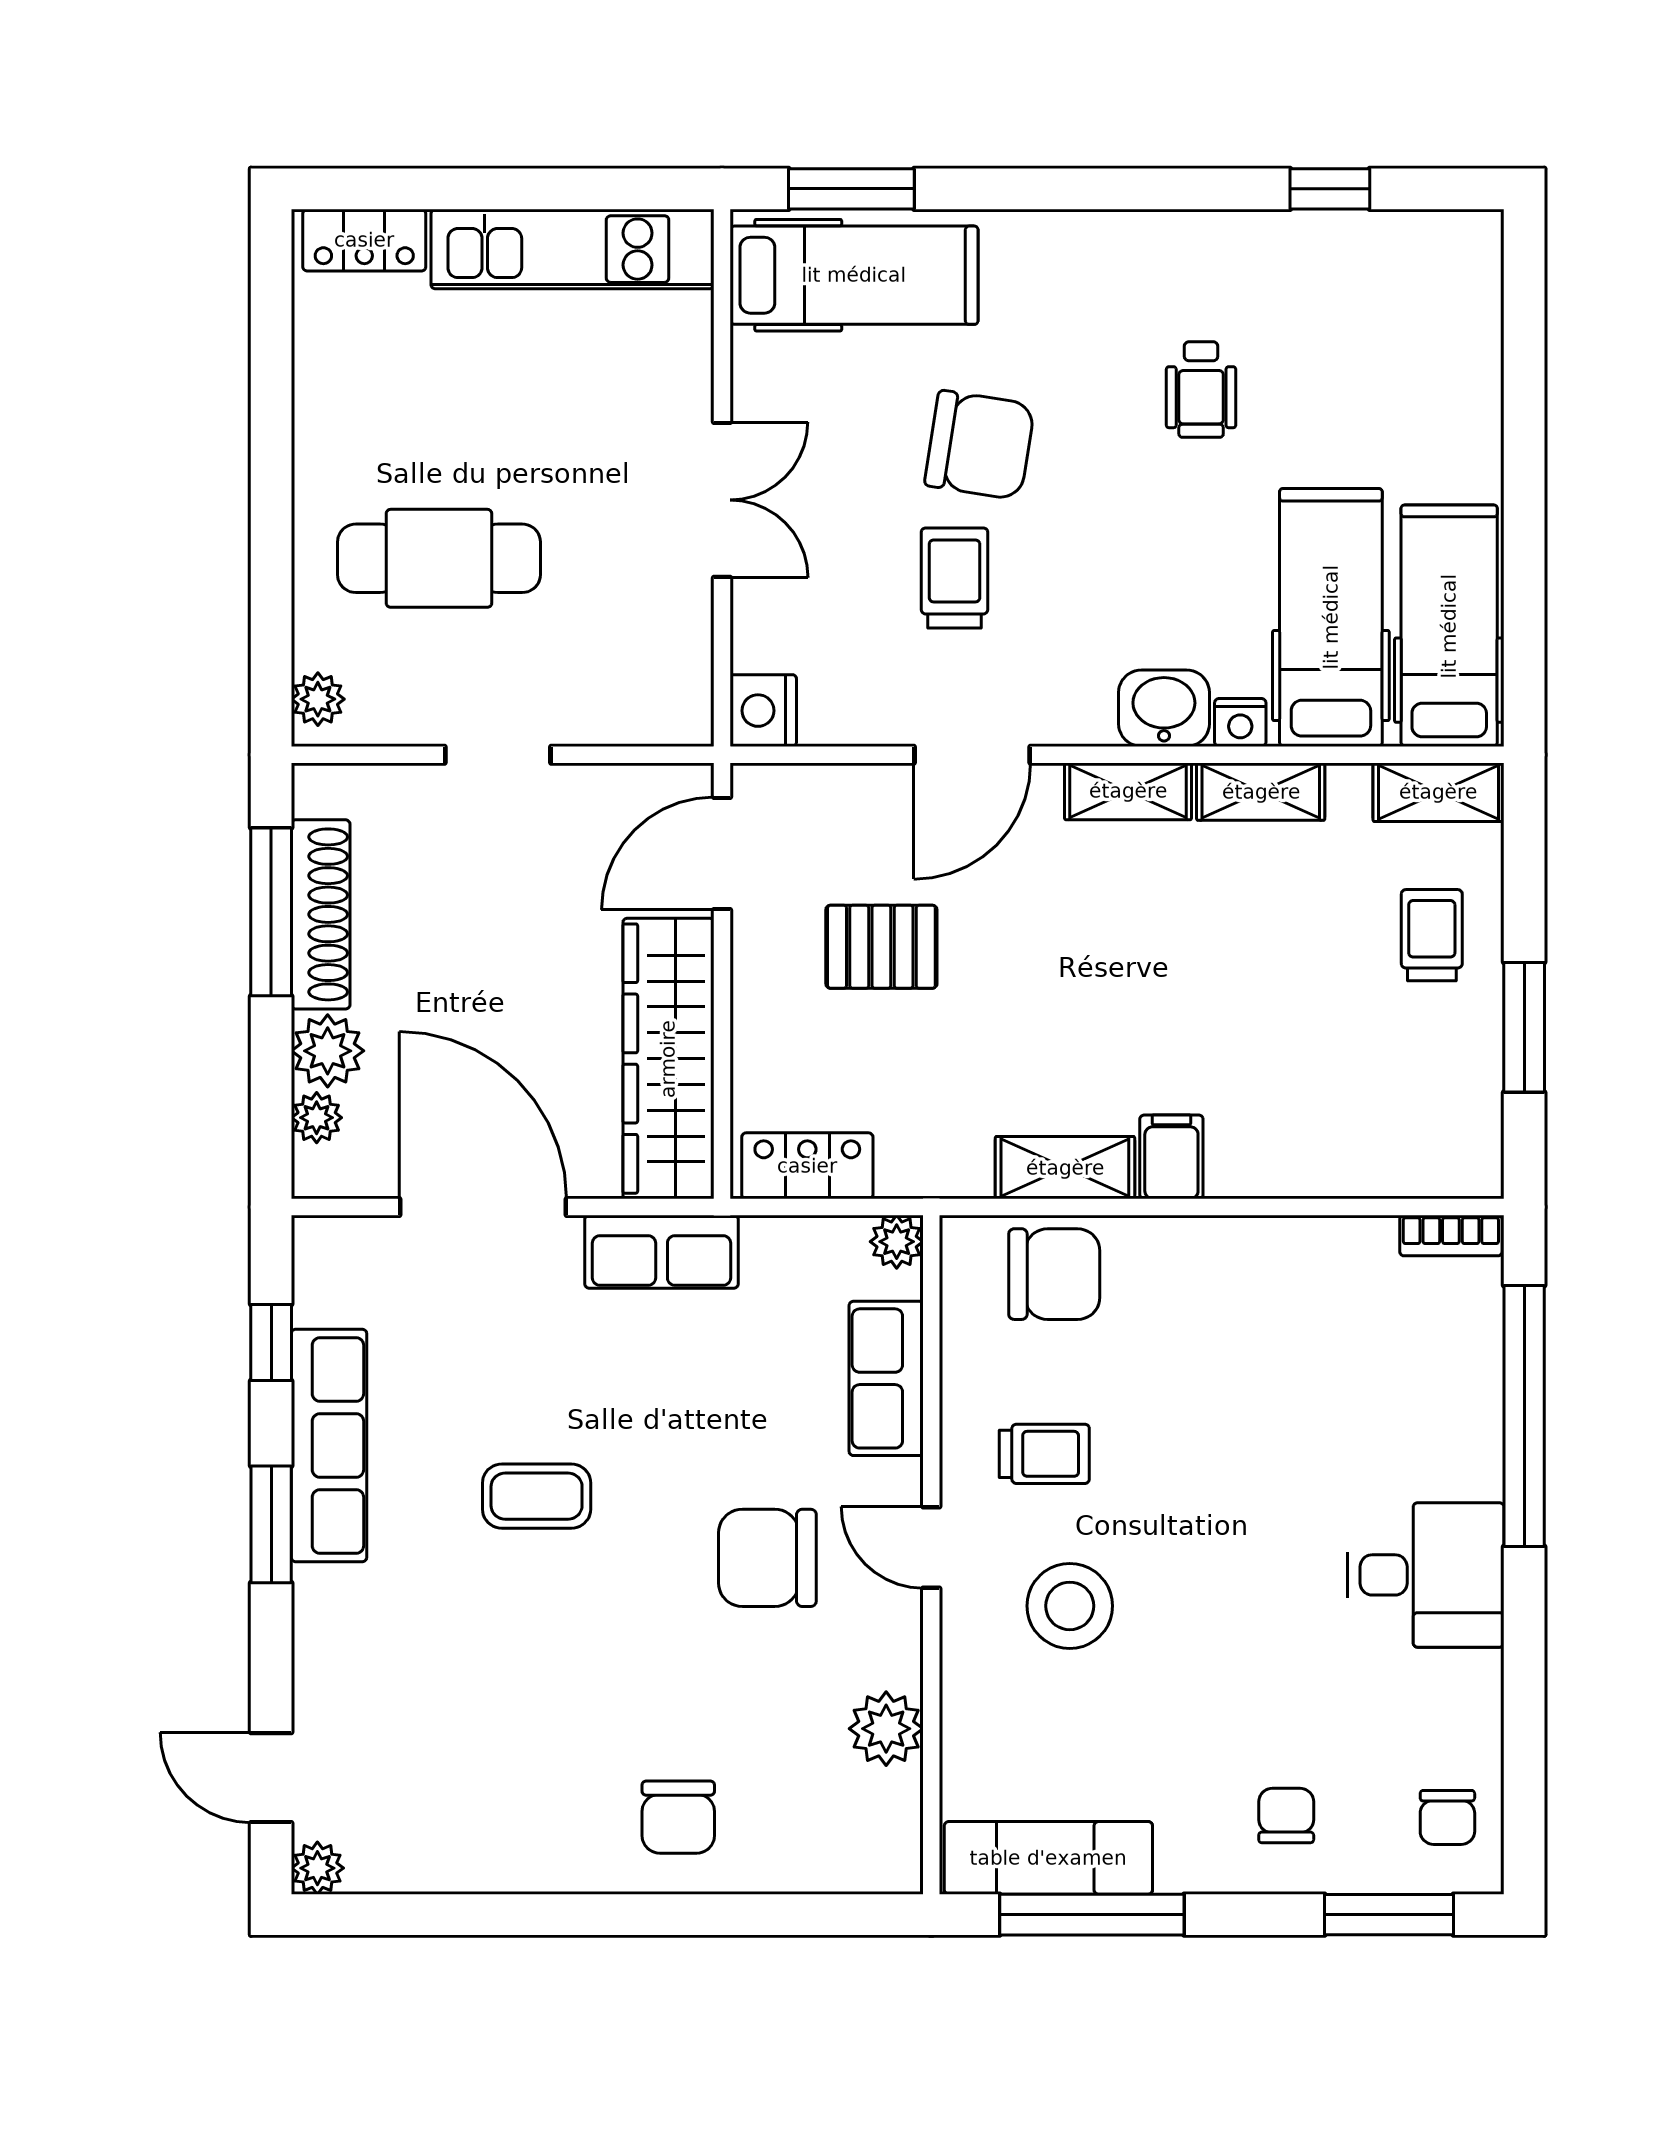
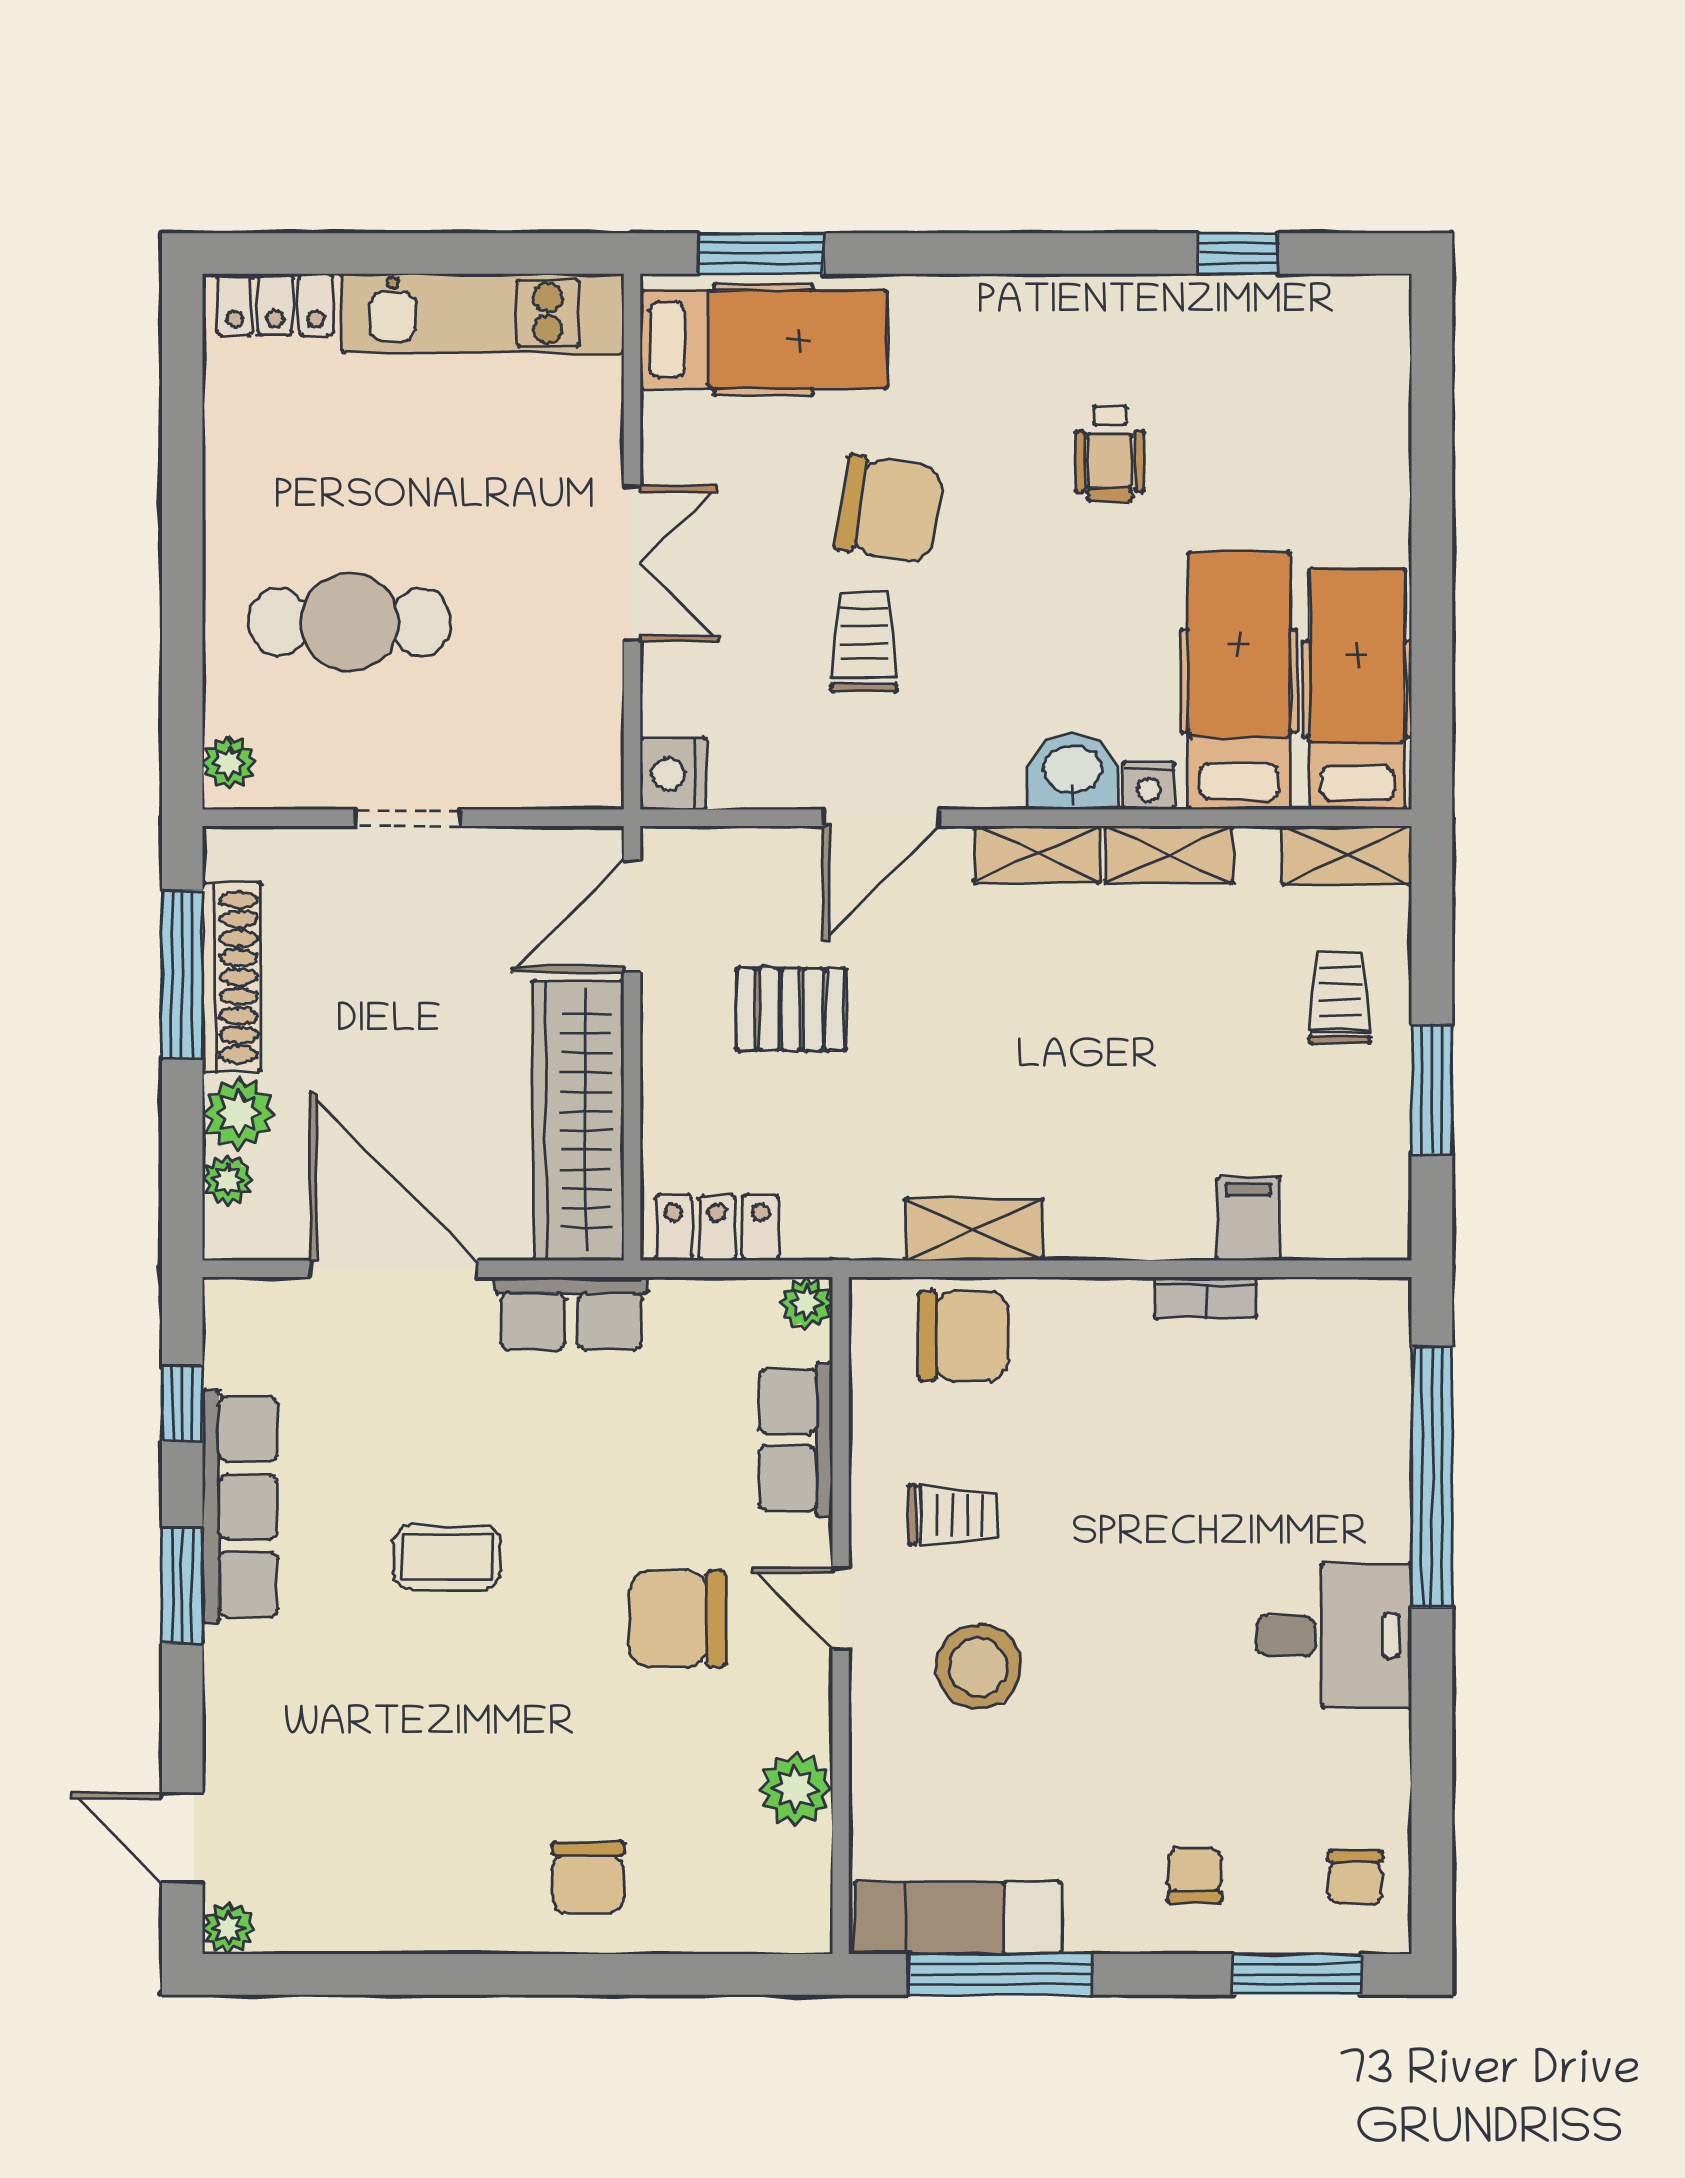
filing cabinet: (1171, 1157) -> (1248, 1219), moved
bookcase: (1451, 1236) -> (1205, 1297), moved

